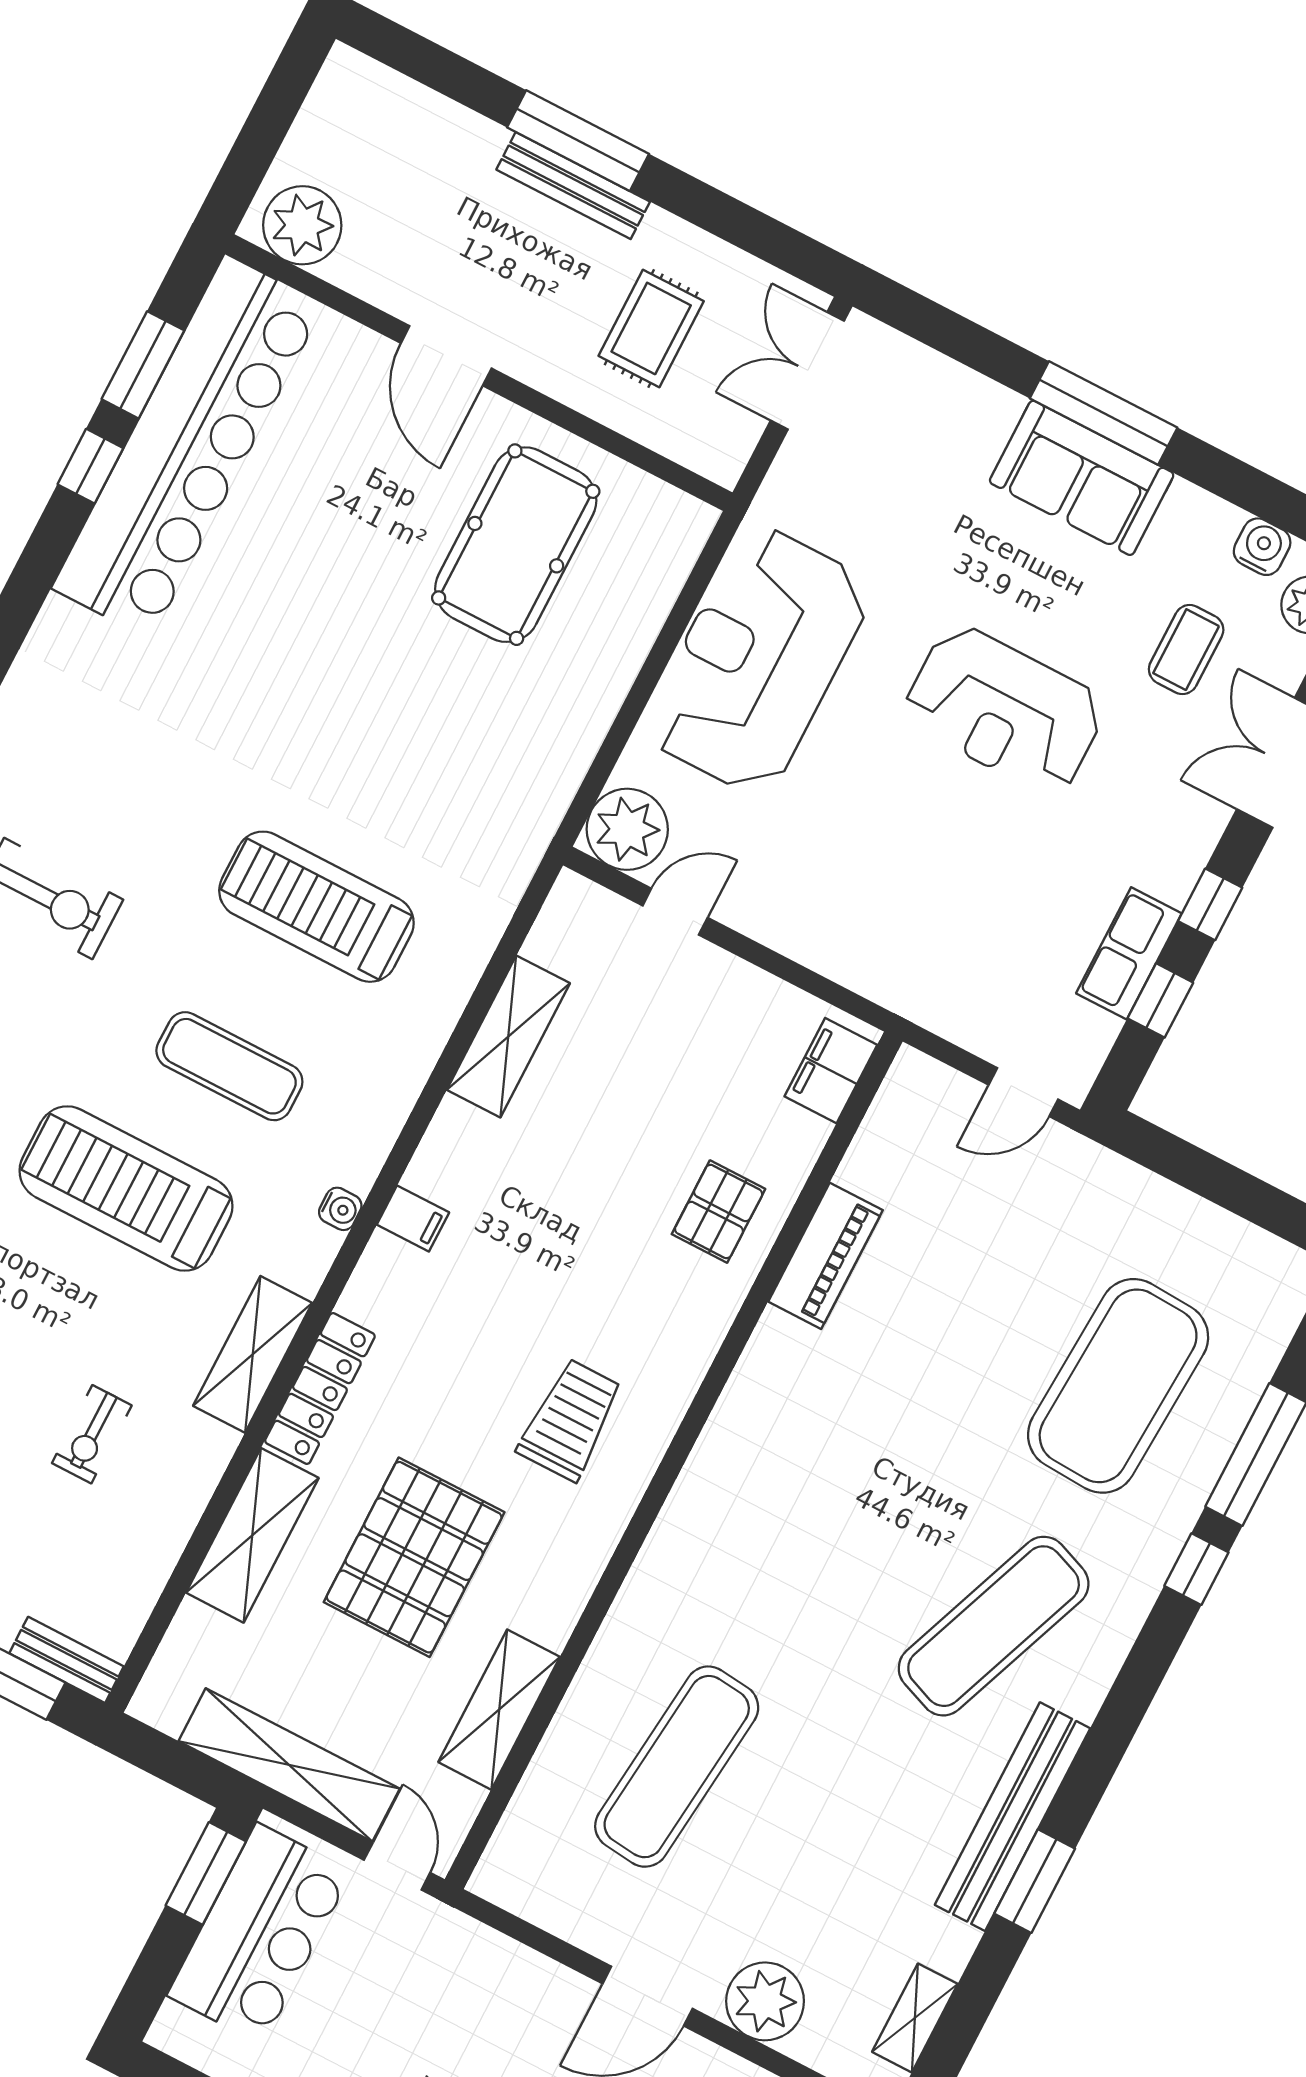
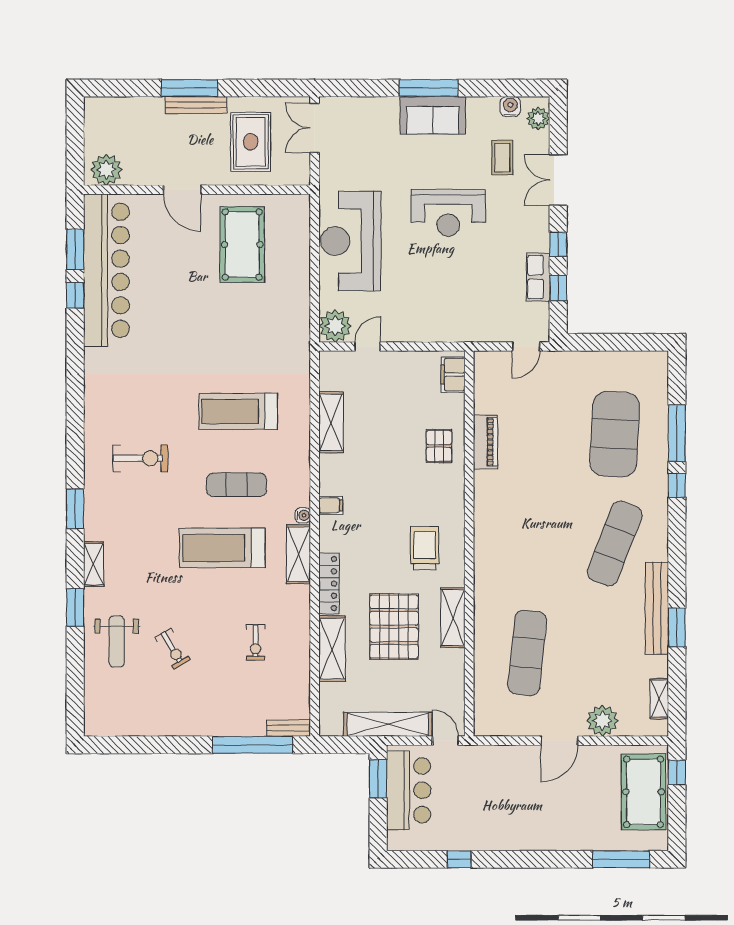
rug: (651, 328) -> (251, 142), width x1.36, depth x1.43
shelving: (253, 1354) -> (298, 554), moved
shelving: (499, 1710) -> (453, 618), moved

